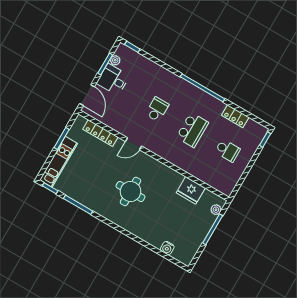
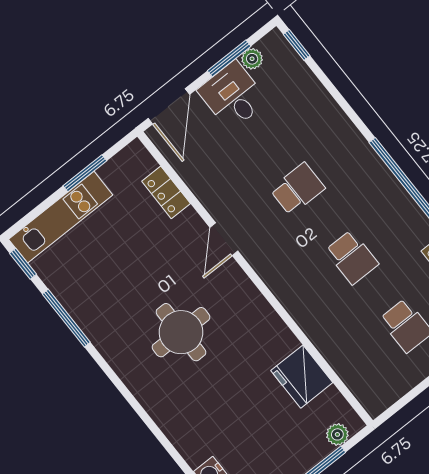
school desk: (192, 130) -> (352, 257), width x0.54
locker: (100, 133) -> (166, 192), width x0.66
door: (134, 144) -> (224, 239), hinge flipped

